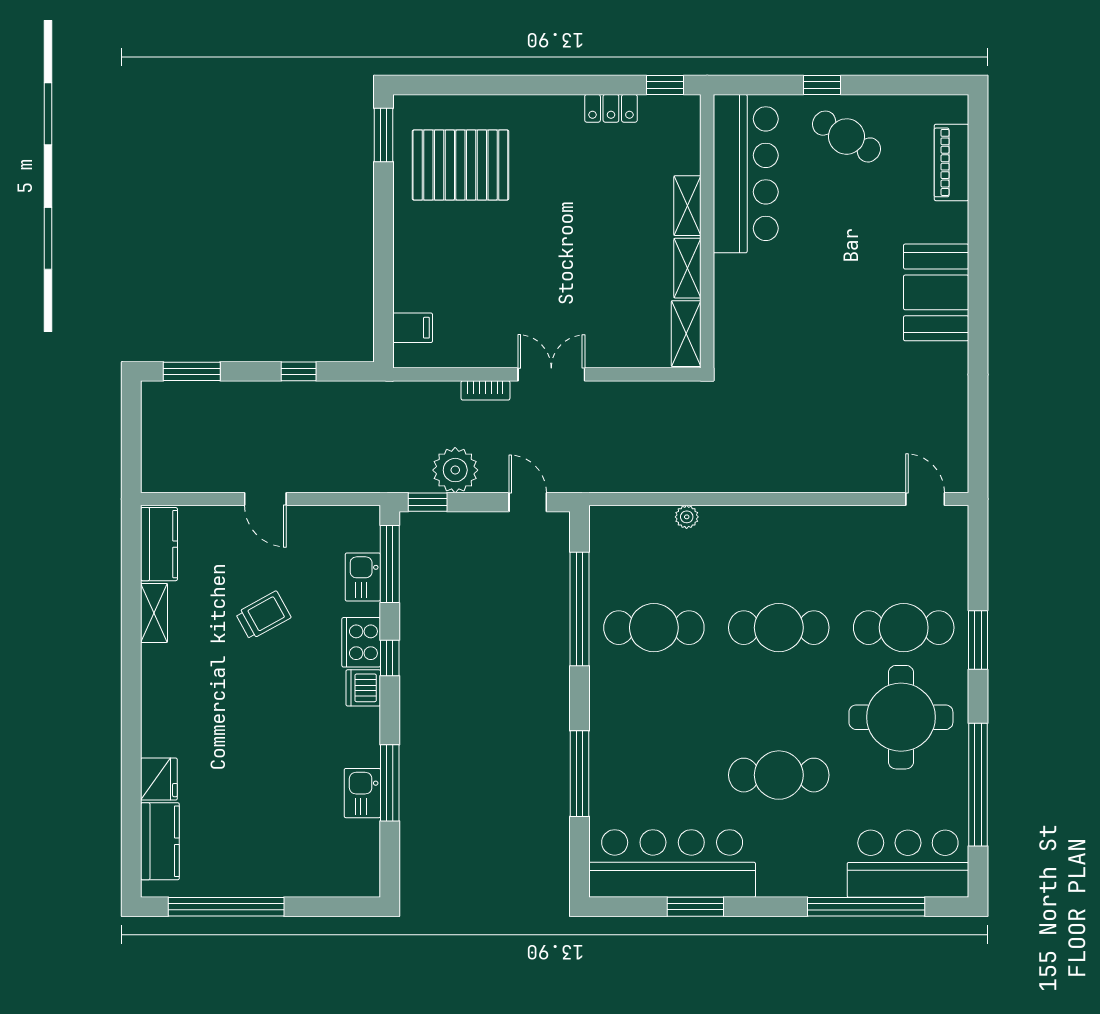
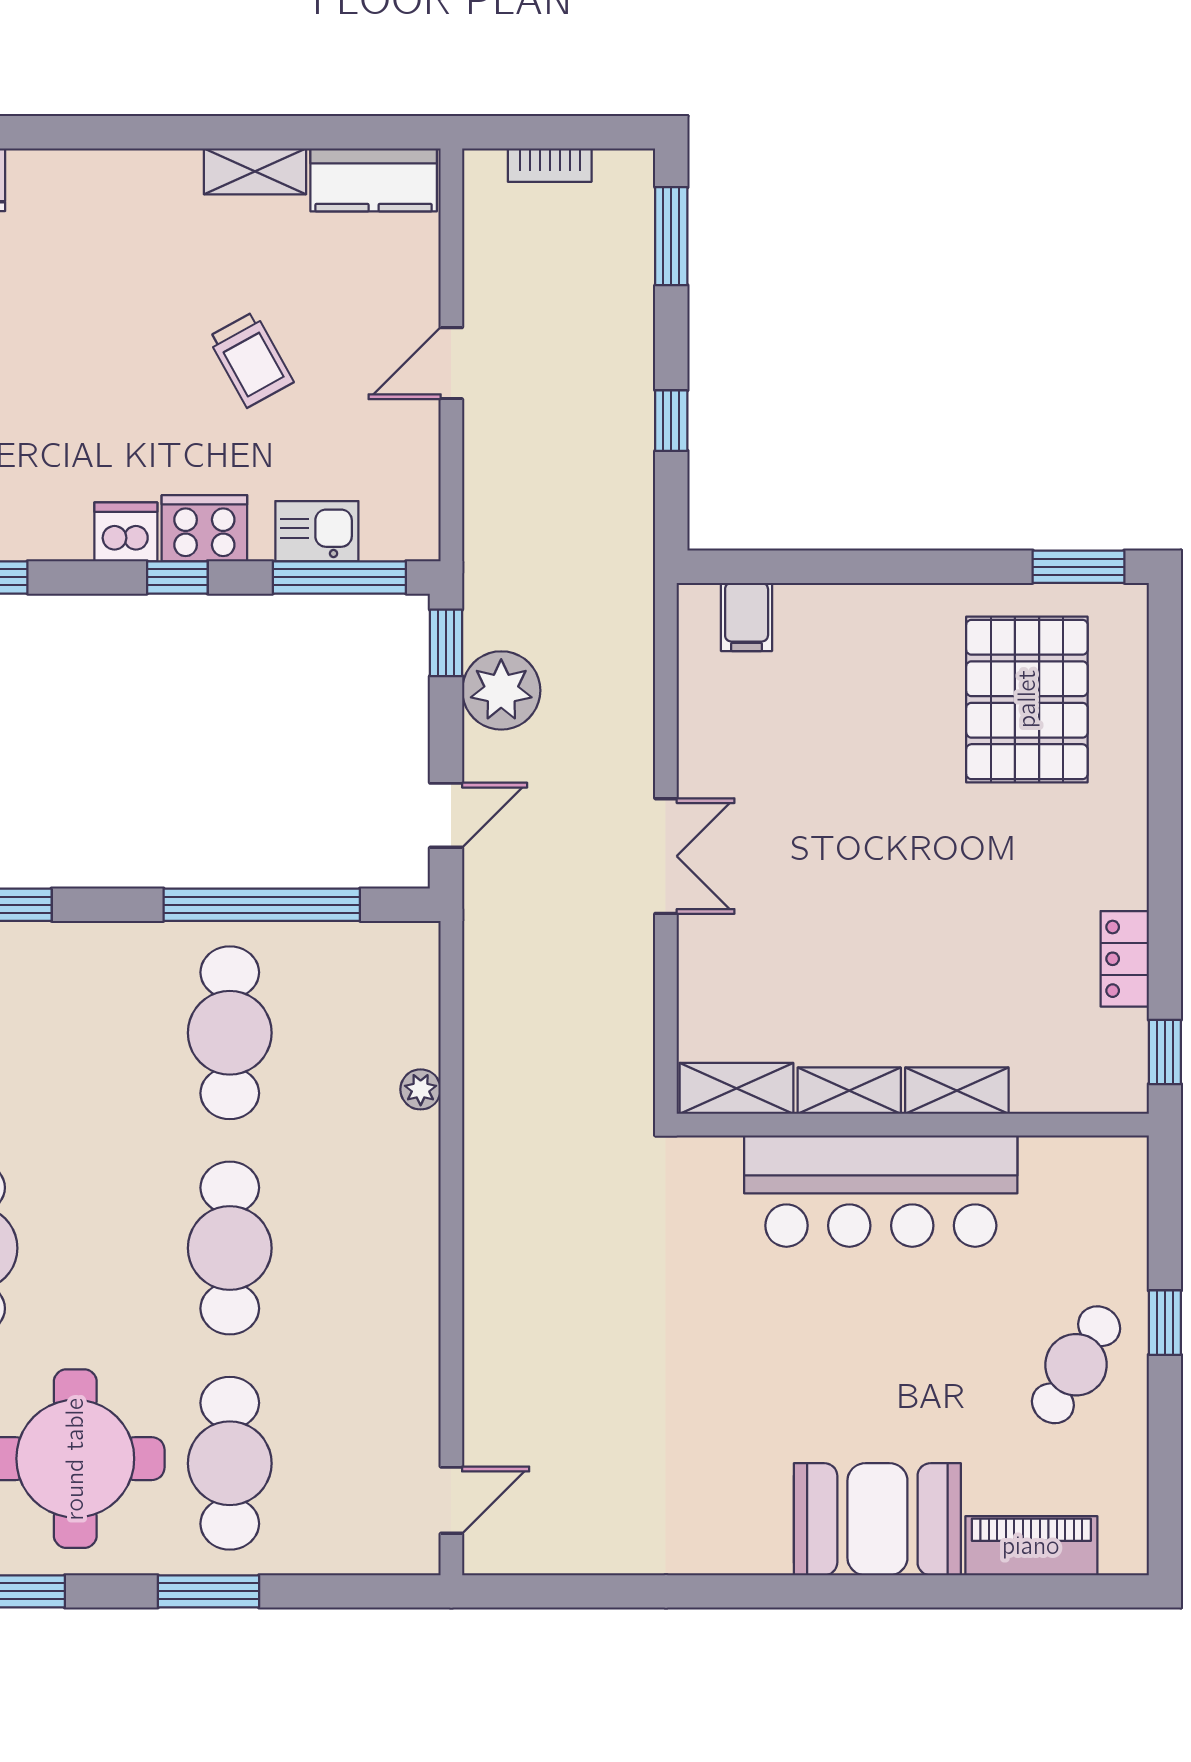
bar counter: (746, 174) -> (881, 1191), moved
booth: (936, 292) -> (877, 1519), moved
bookcase: (485, 390) -> (550, 165), moved, turned -90

